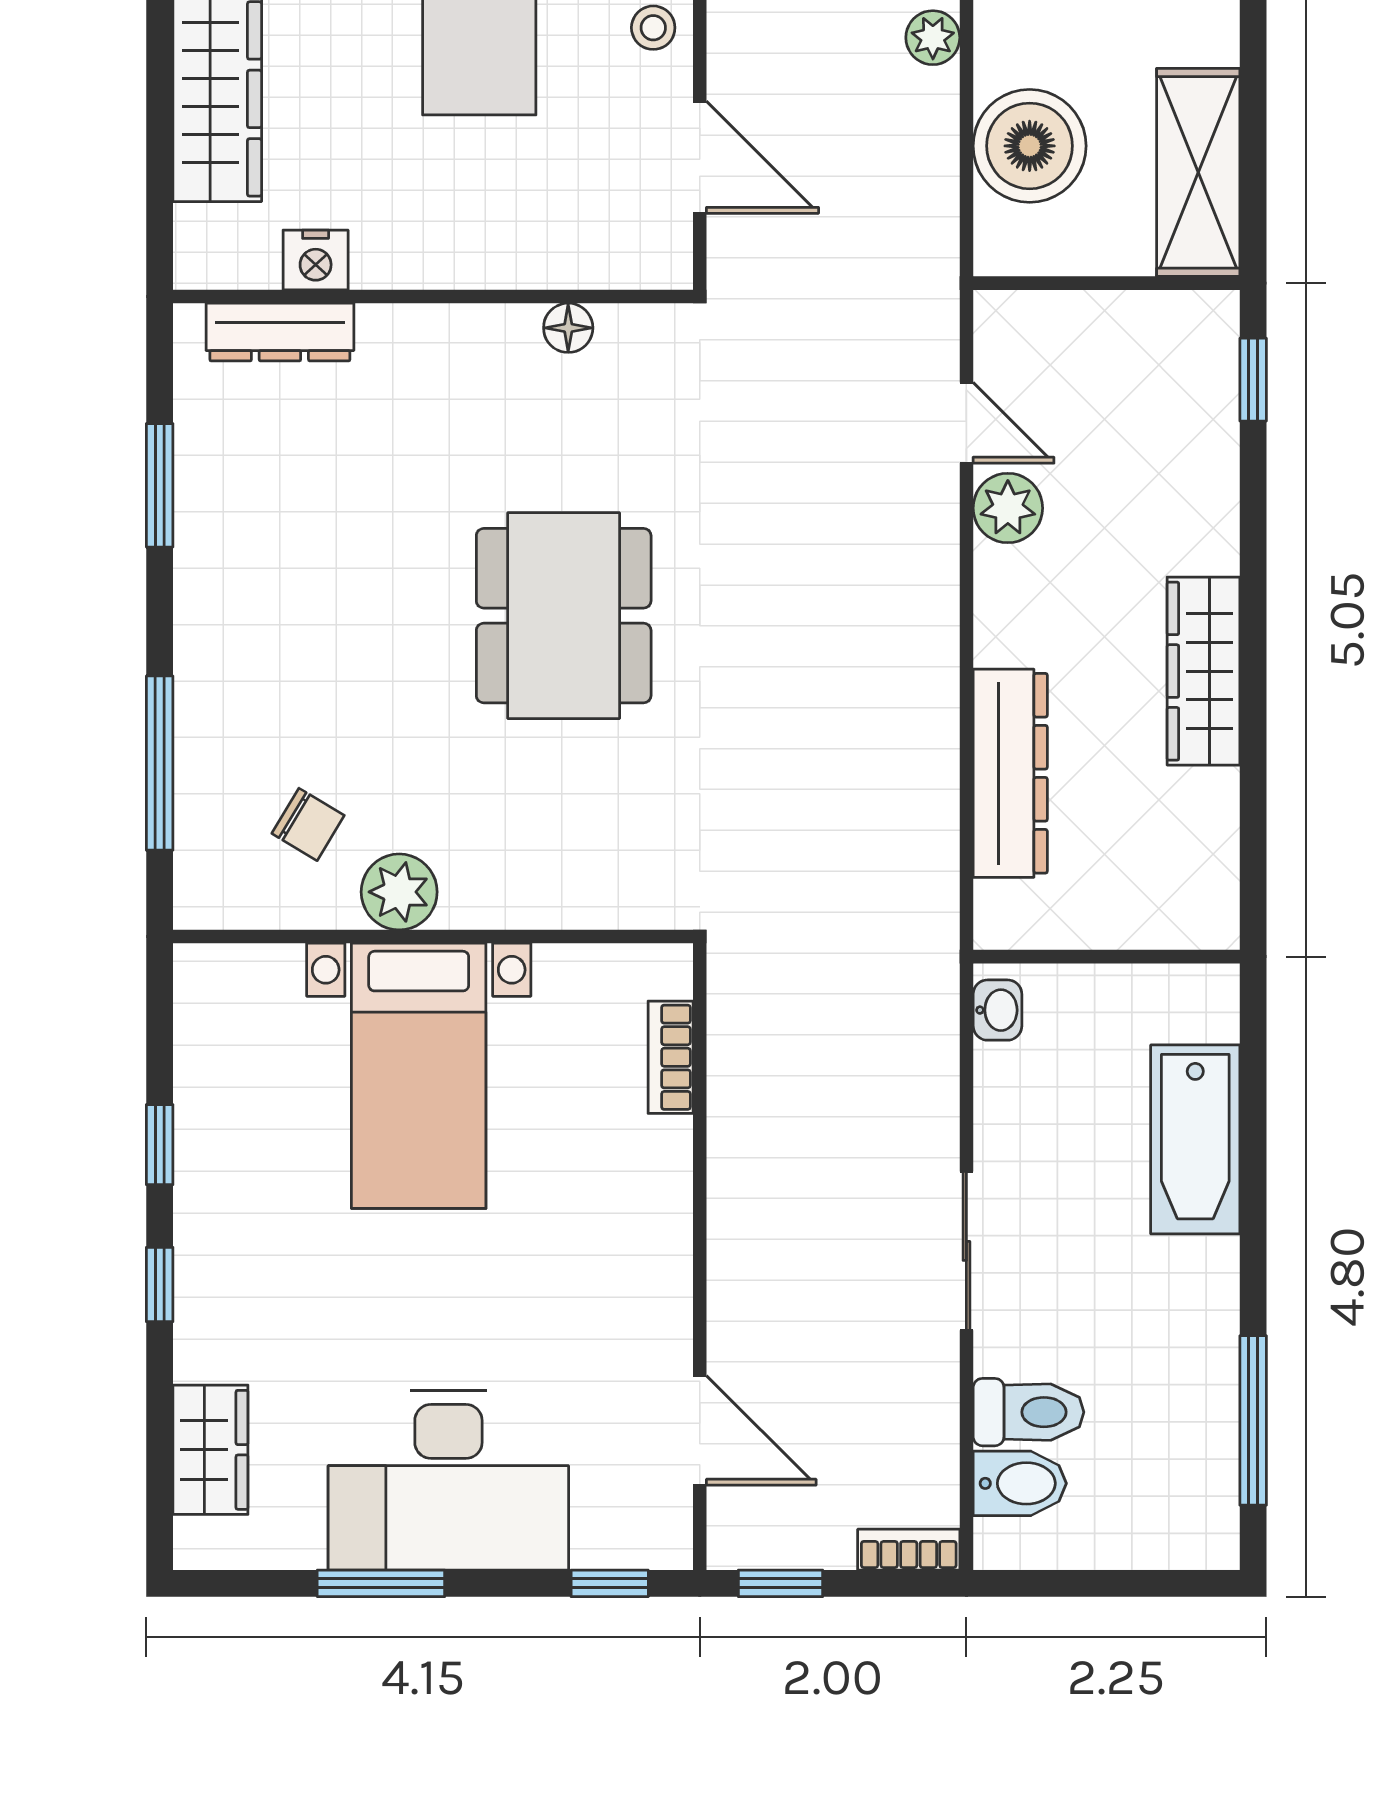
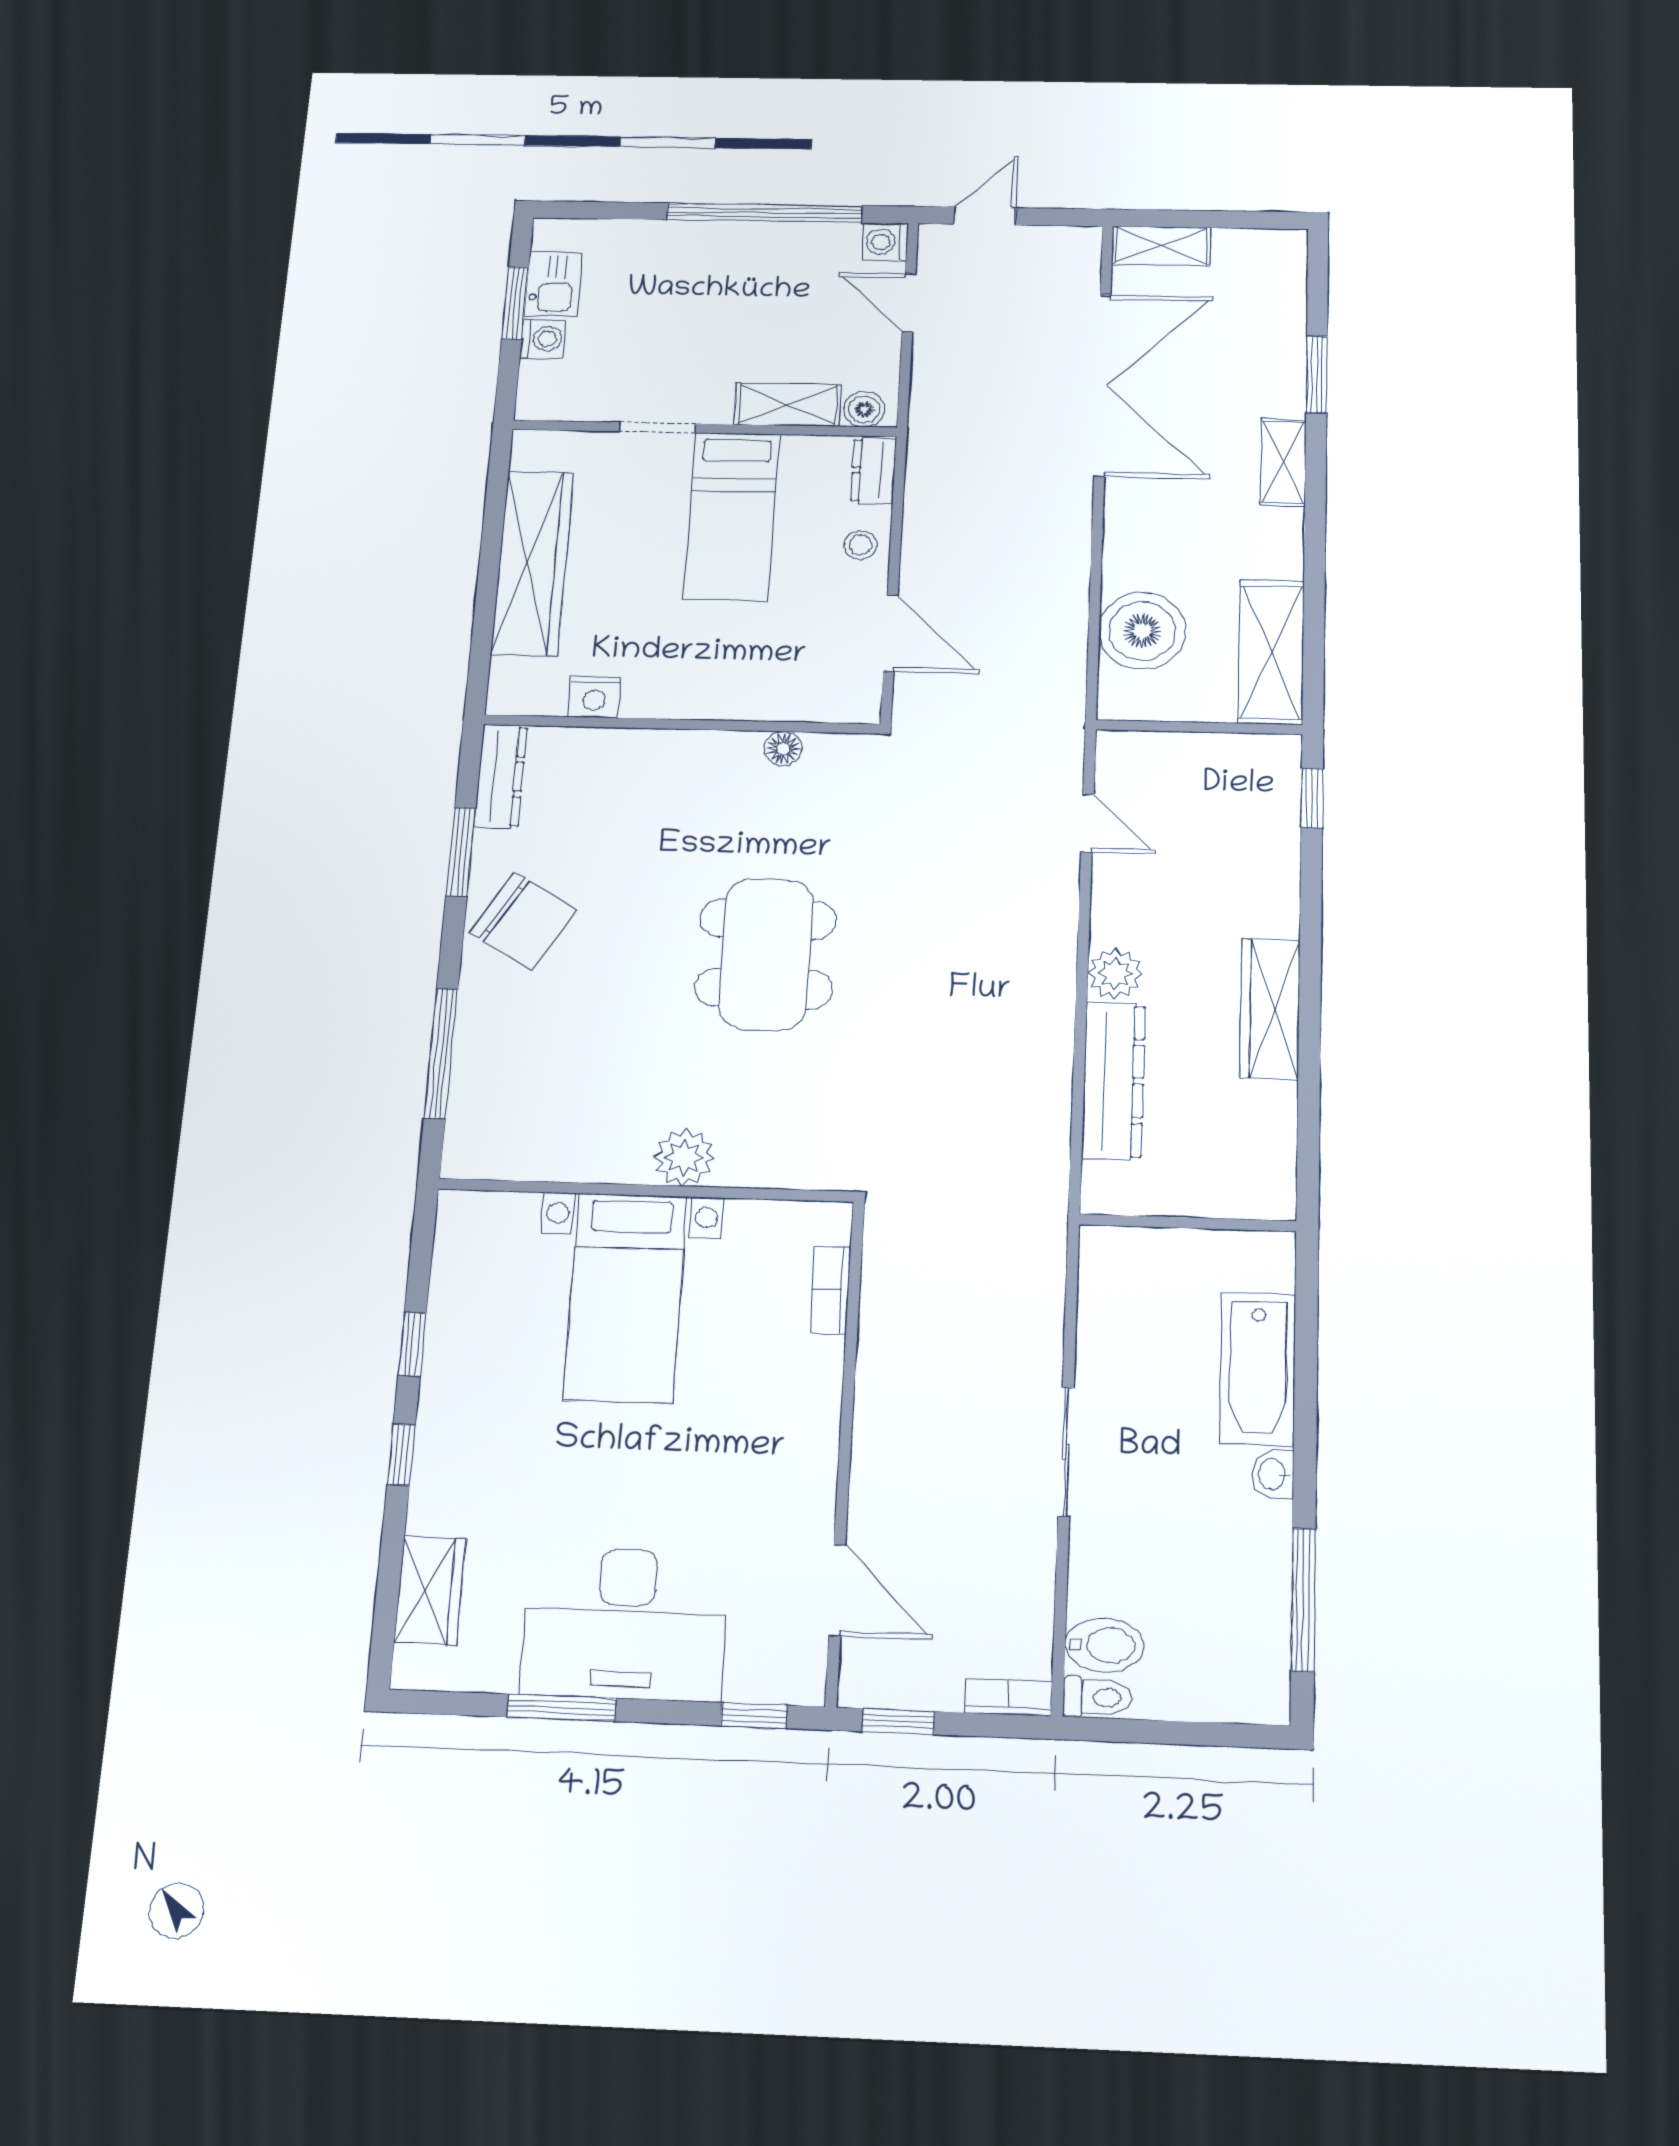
plant: (933, 38) -> (1071, 556), removed
dresser: (280, 332) -> (501, 776), moved, turned -90
plant: (1008, 508) -> (1115, 973), moved
chair: (308, 824) -> (523, 921), moved, width x1.87, depth x1.87
plant: (399, 892) -> (684, 1157), moved
washbasin: (997, 1010) -> (1273, 1474), moved, turned 180
toilet: (1028, 1412) -> (1097, 1697), moved, width x0.73, depth x0.72

